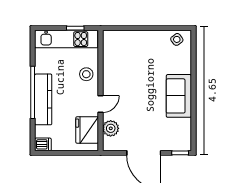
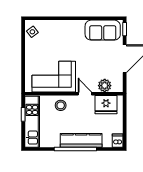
corner sofa: (122, 66) -> (54, 77), added
sofa: (179, 96) -> (103, 30), moved

